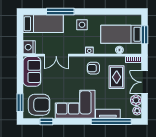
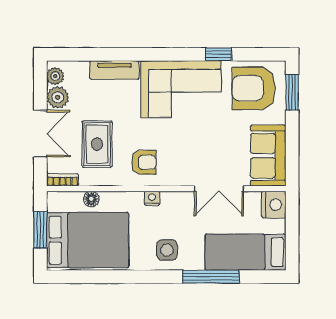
bed: (121, 34) -> (88, 240), width x1.50
double door: (56, 55) -> (219, 189), swing flipped
window: (46, 121) -> (218, 54), moved
window: (111, 121) -> (107, 54), removed

